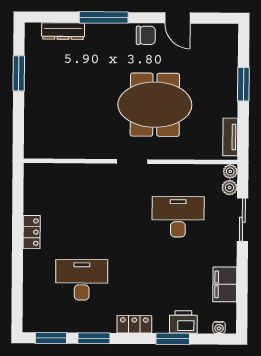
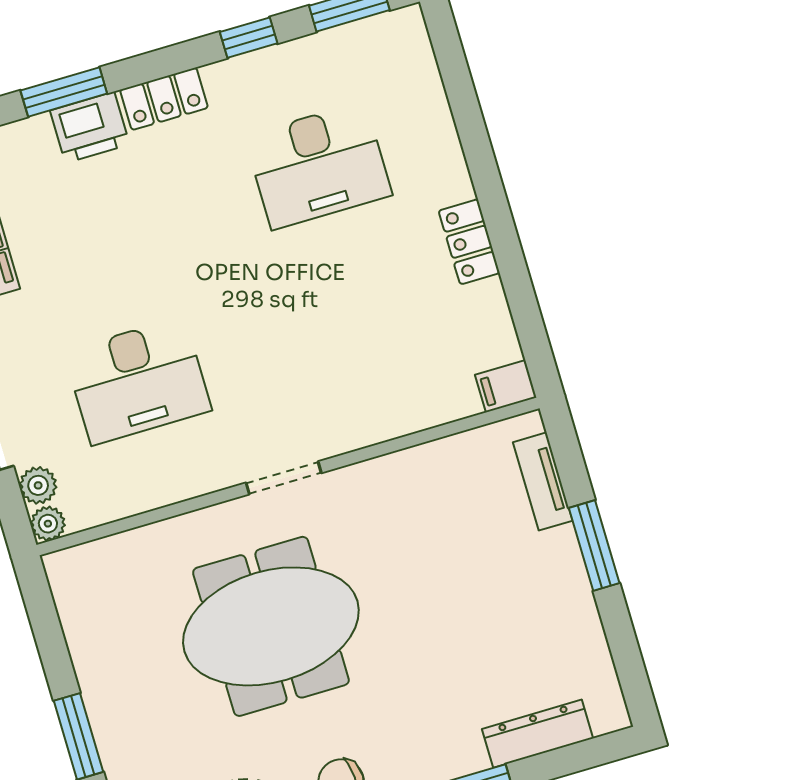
window: (19, 73) -> (594, 545), moved
tv unit: (230, 137) -> (543, 481), moved, turned 180
filing cabinet: (34, 171) -> (506, 386), added
printer: (183, 322) -> (90, 127), moved
window: (94, 338) -> (249, 38), width x0.67

